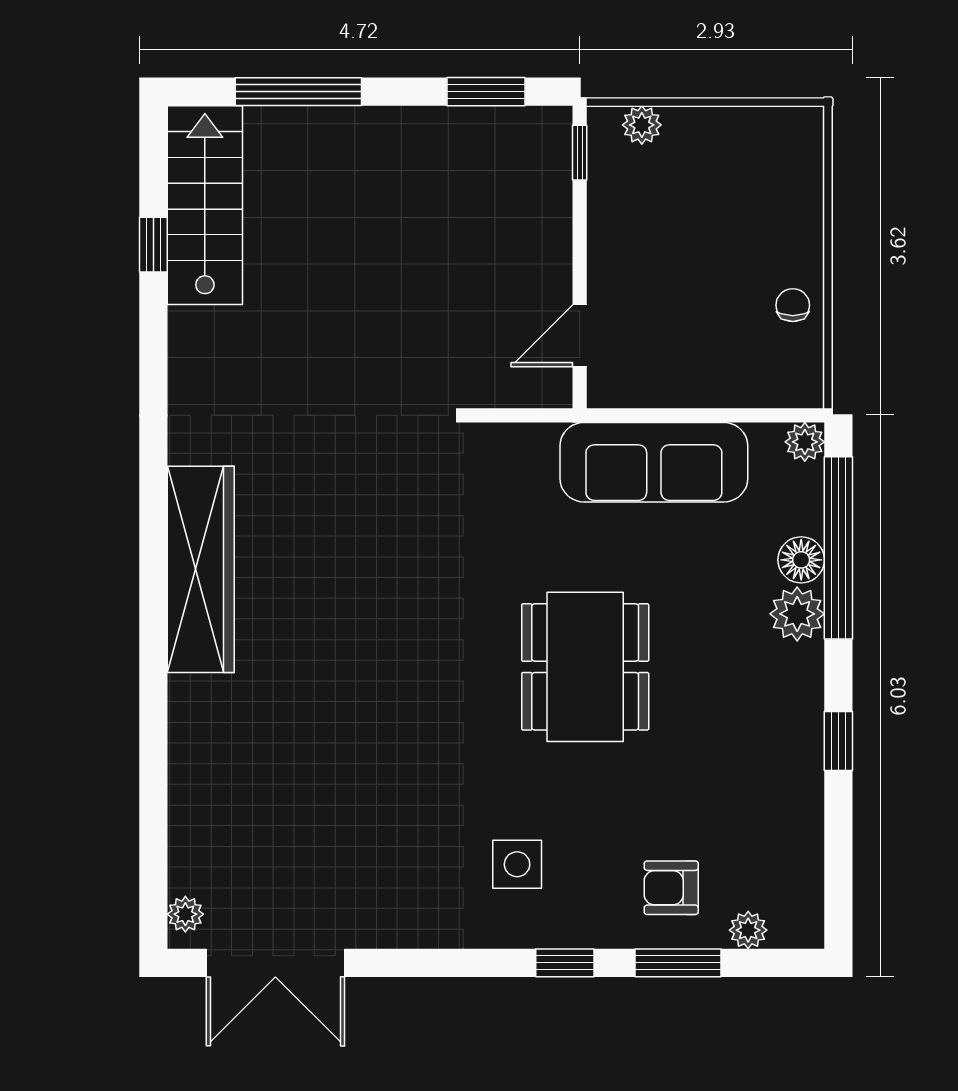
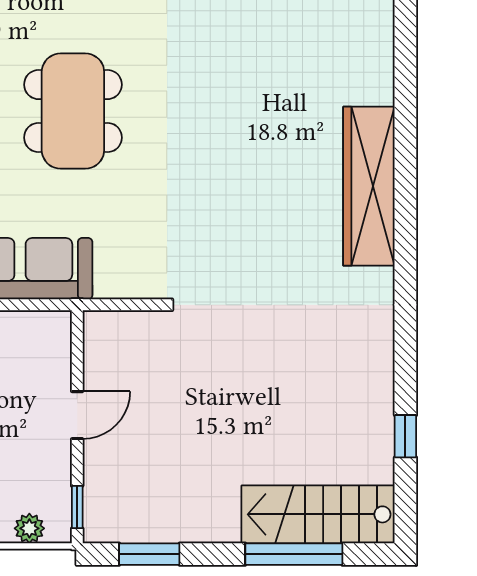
stairs: (205, 205) -> (318, 514), moved, turned 90
door: (580, 336) -> (77, 415), moved

